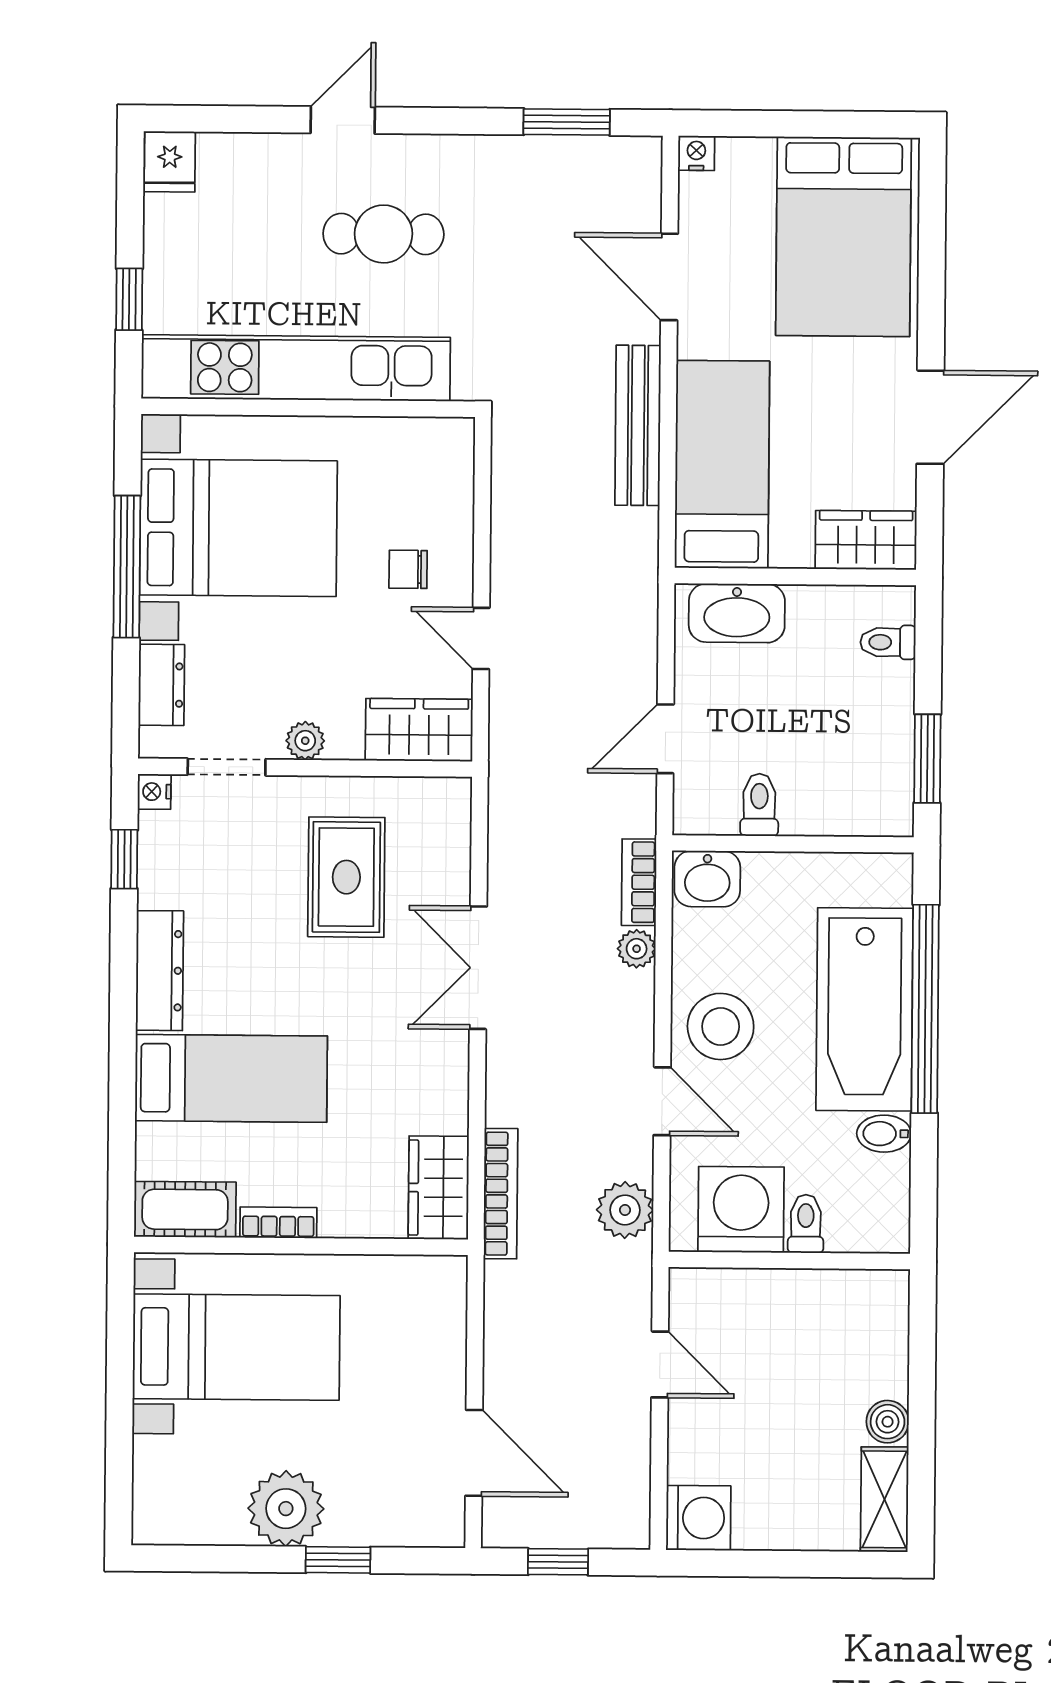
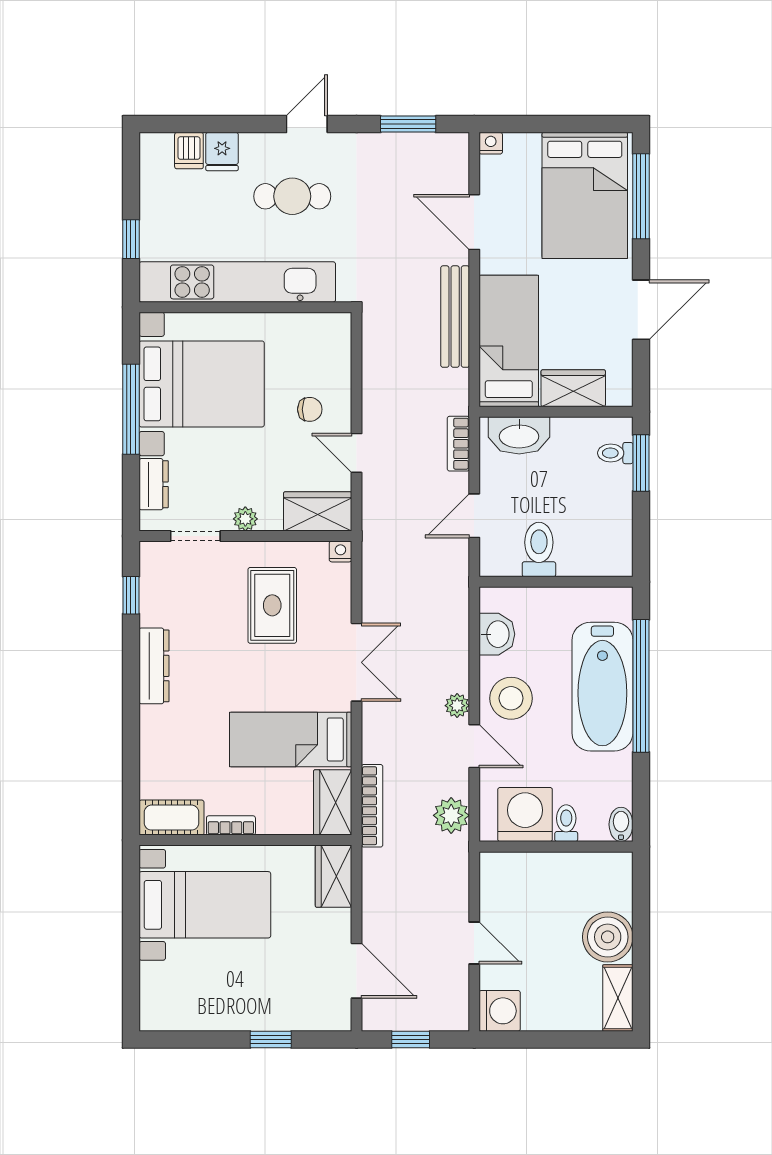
door: (343, 120) -> (307, 124), moved
dishwasher: (222, 161) -> (189, 151), added
fridge: (170, 162) -> (222, 151), moved
window: (932, 239) -> (641, 196), added
wardrobe: (866, 540) -> (573, 388), moved
chair: (408, 569) -> (310, 409), turned 180
window: (927, 759) -> (641, 463), moved
nightstand: (154, 792) -> (340, 551), moved, turned 90
toilet: (759, 805) -> (539, 549), width x1.37, depth x1.39
washbasin: (707, 879) -> (497, 634), moved, turned -90
bookcase: (639, 882) -> (458, 444), moved
plant: (637, 949) -> (457, 706), moved
double door: (478, 968) -> (357, 662), swing flipped
bed: (231, 1078) -> (291, 739), moved, turned 180
bidet: (884, 1134) -> (621, 824), moved, turned 90
wardrobe: (439, 1304) -> (334, 876), added
door: (660, 1365) -> (474, 943), moved
boiler: (888, 1422) -> (608, 937), width x1.86, depth x1.86
plant: (286, 1509) -> (237, 1007), removed

